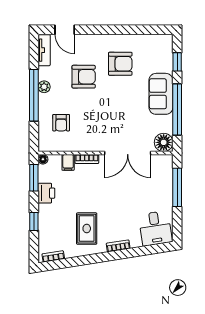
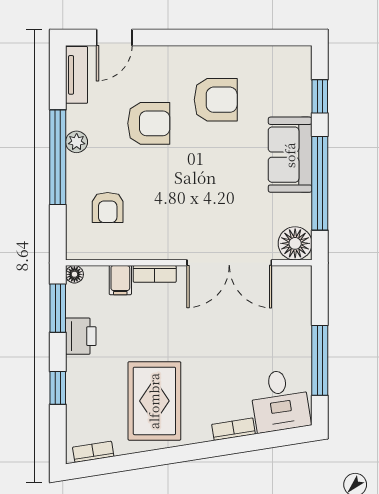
door: (65, 30) -> (114, 38), hinge flipped
window: (177, 187) -> (320, 360), moved
rug: (87, 229) -> (154, 401), width x1.36, depth x1.43
bookcase: (118, 246) -> (234, 429), moved

